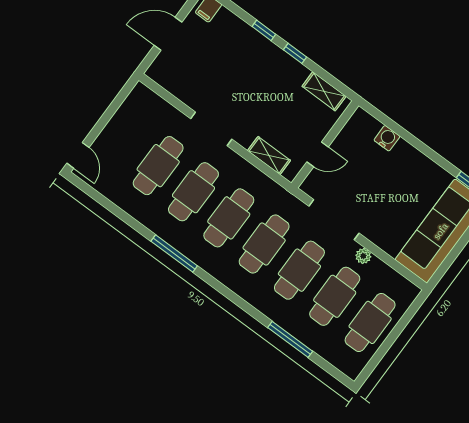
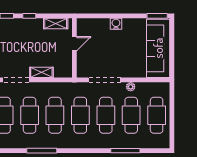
water cooler: (387, 138) -> (116, 24), moved
door: (318, 154) -> (74, 44), moved
shelving: (269, 156) -> (41, 72), moved

